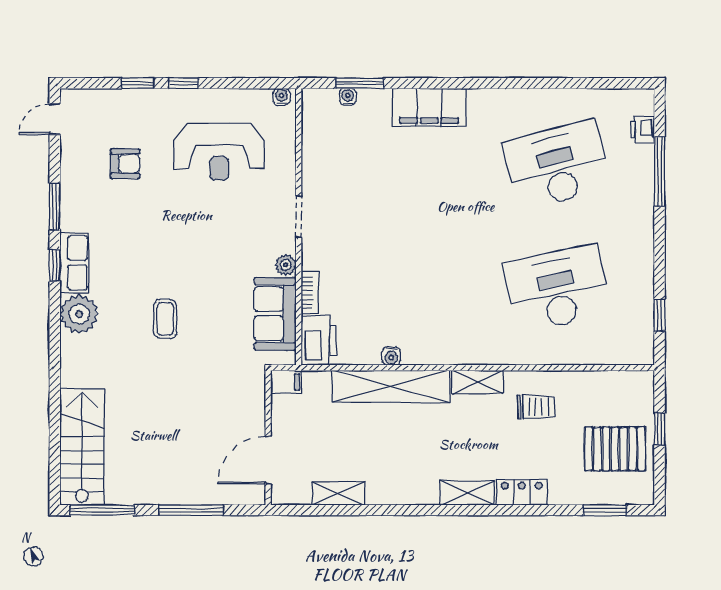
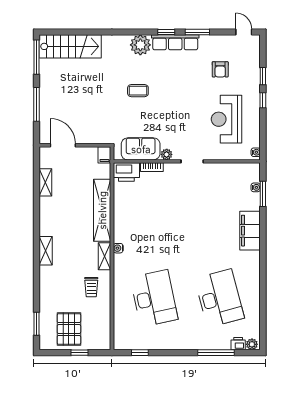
plant: (644, 104) -> (252, 344), added
row of seats: (74, 263) -> (175, 42), width x1.48
water cooler: (391, 356) -> (118, 248), moved
locker: (522, 492) -> (46, 280), removed

